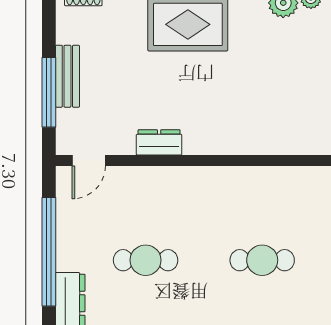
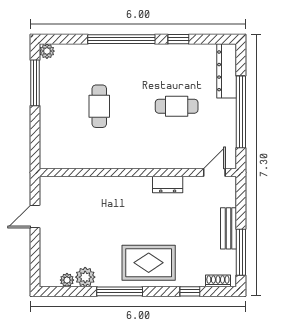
window: (49, 92) -> (241, 252), moved
cafe table: (262, 260) -> (99, 106), turned 90

